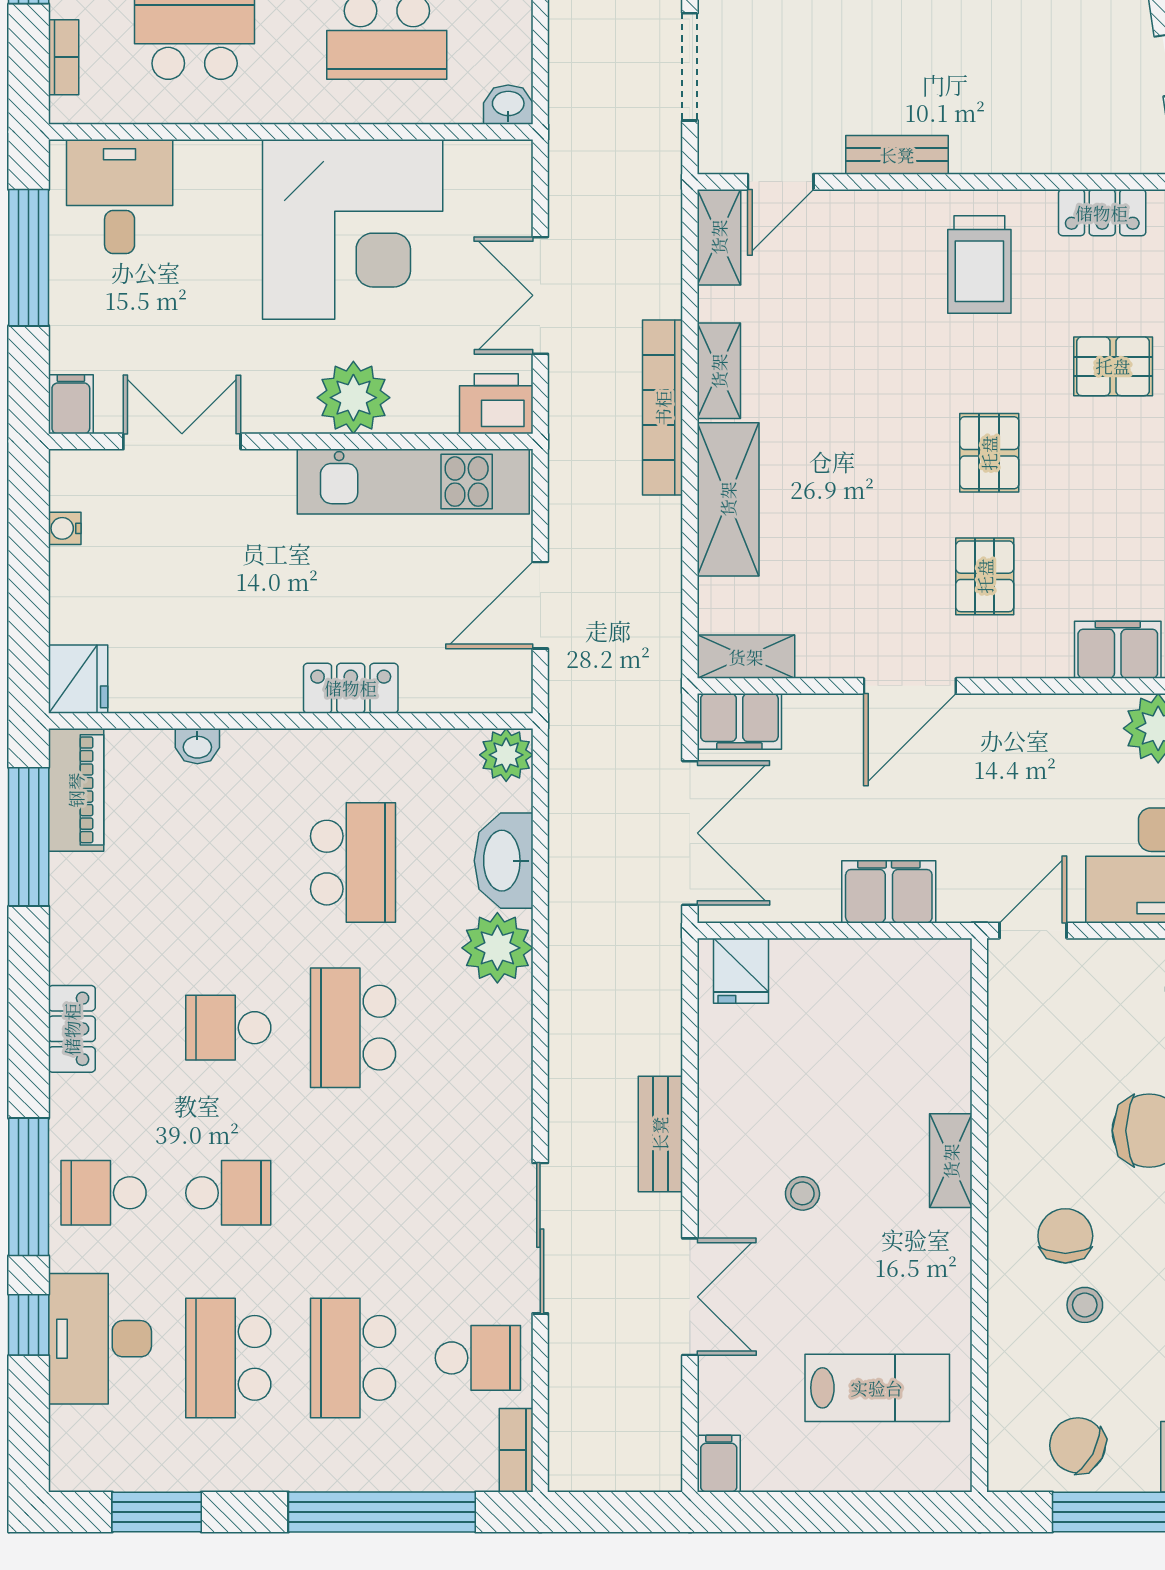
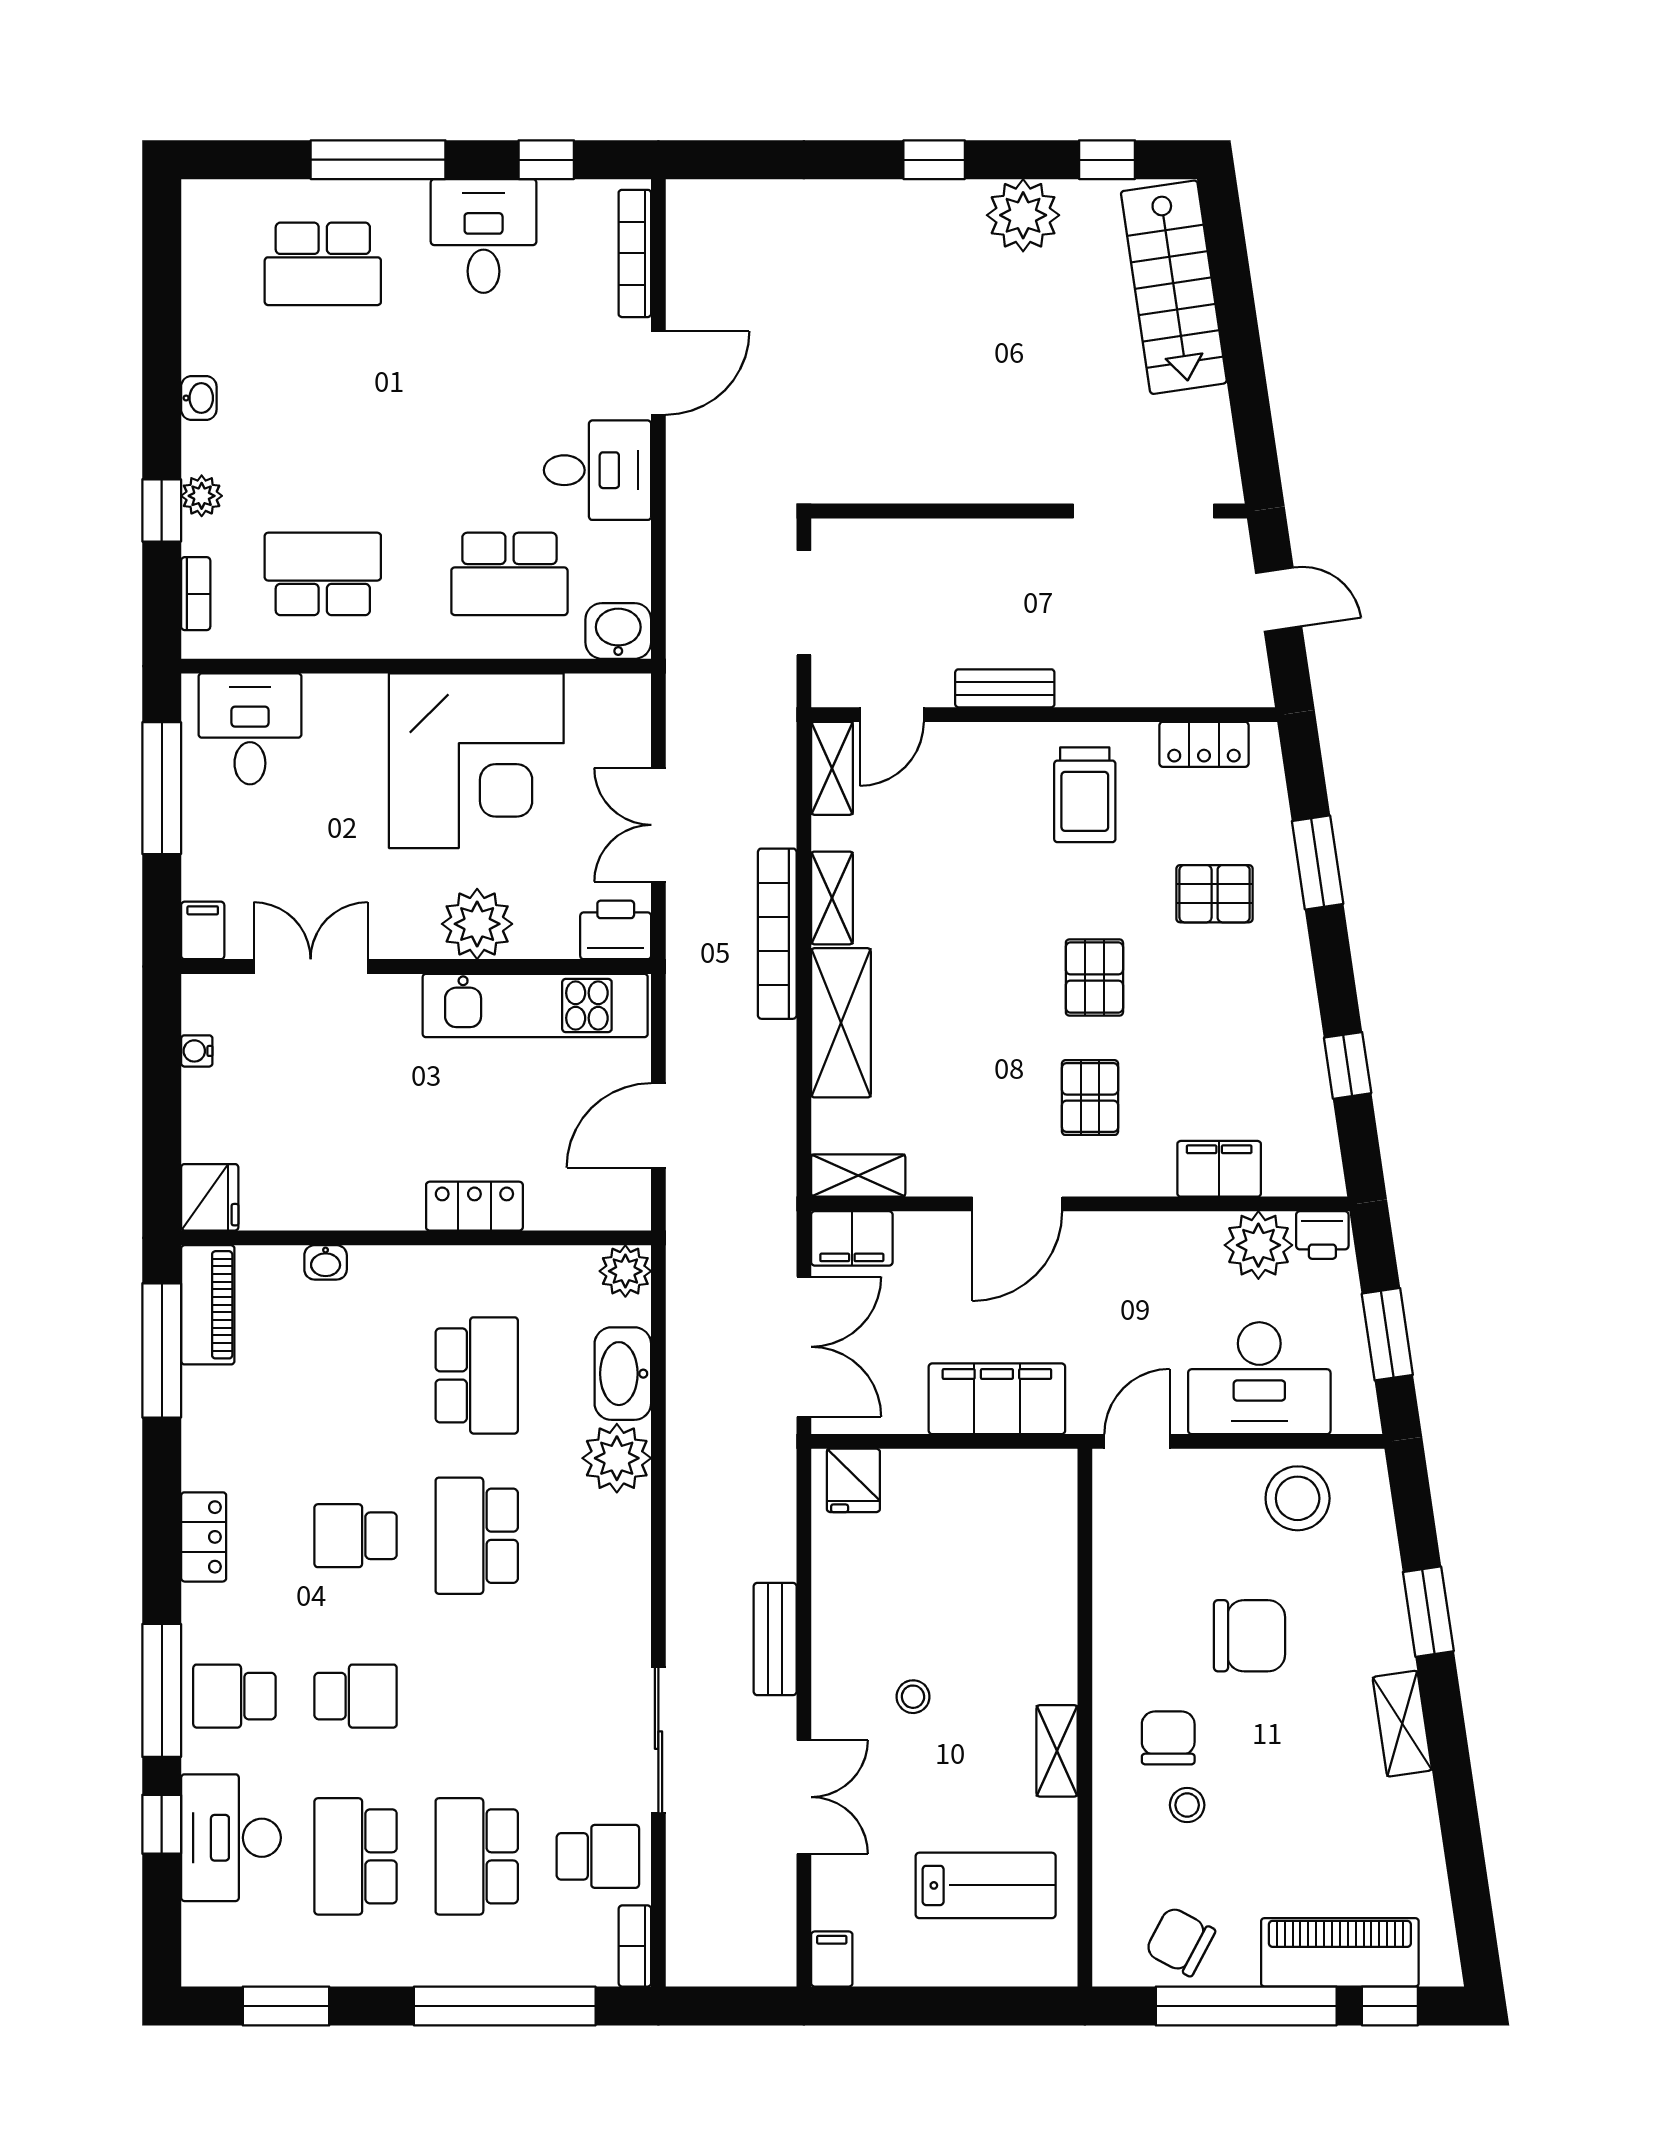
washbasin: (508, 105) -> (618, 631), width x1.38, depth x1.45
filing cabinet: (889, 892) -> (997, 1399), width x1.50, depth x1.17
shelving: (951, 1161) -> (1057, 1751), moved

